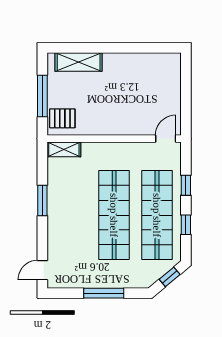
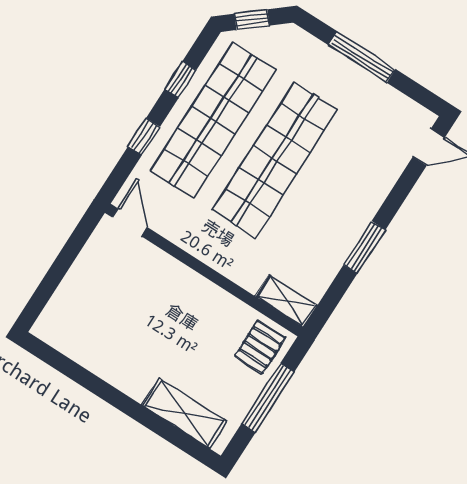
pallet: (62, 118) -> (260, 347), turned 90
door: (166, 139) -> (130, 222), swing flipped

